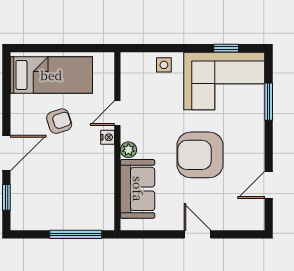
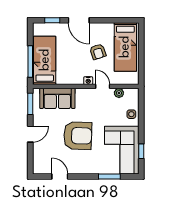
plant: (128, 150) -> (119, 93), moved
armchair: (200, 155) -> (78, 136), turned 92
bed: (74, 210) -> (45, 60), added
window: (147, 234) -> (30, 104), added

